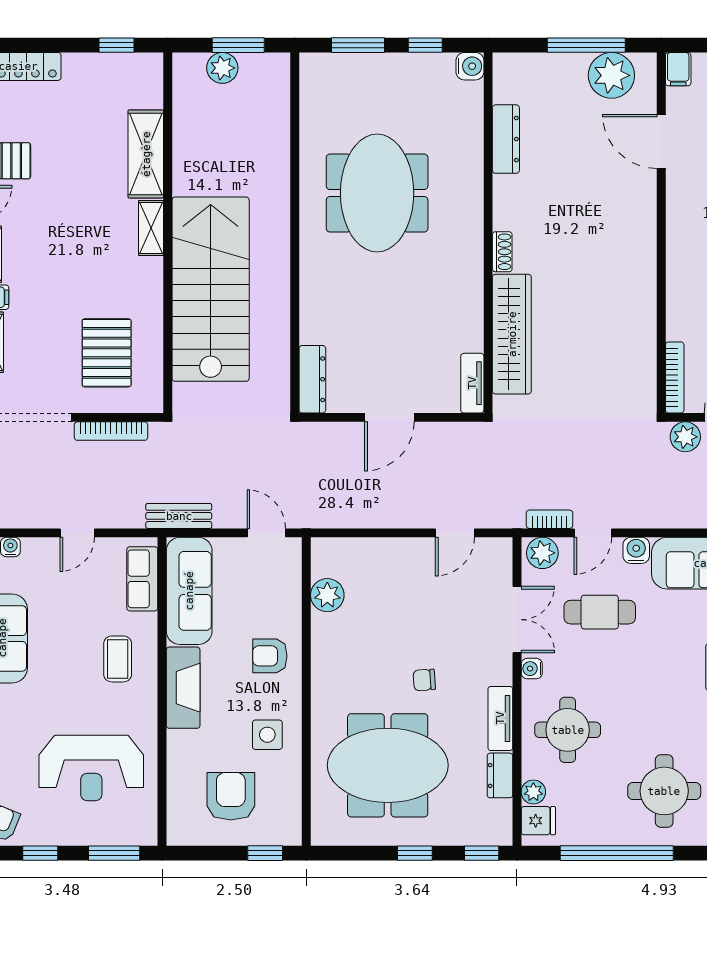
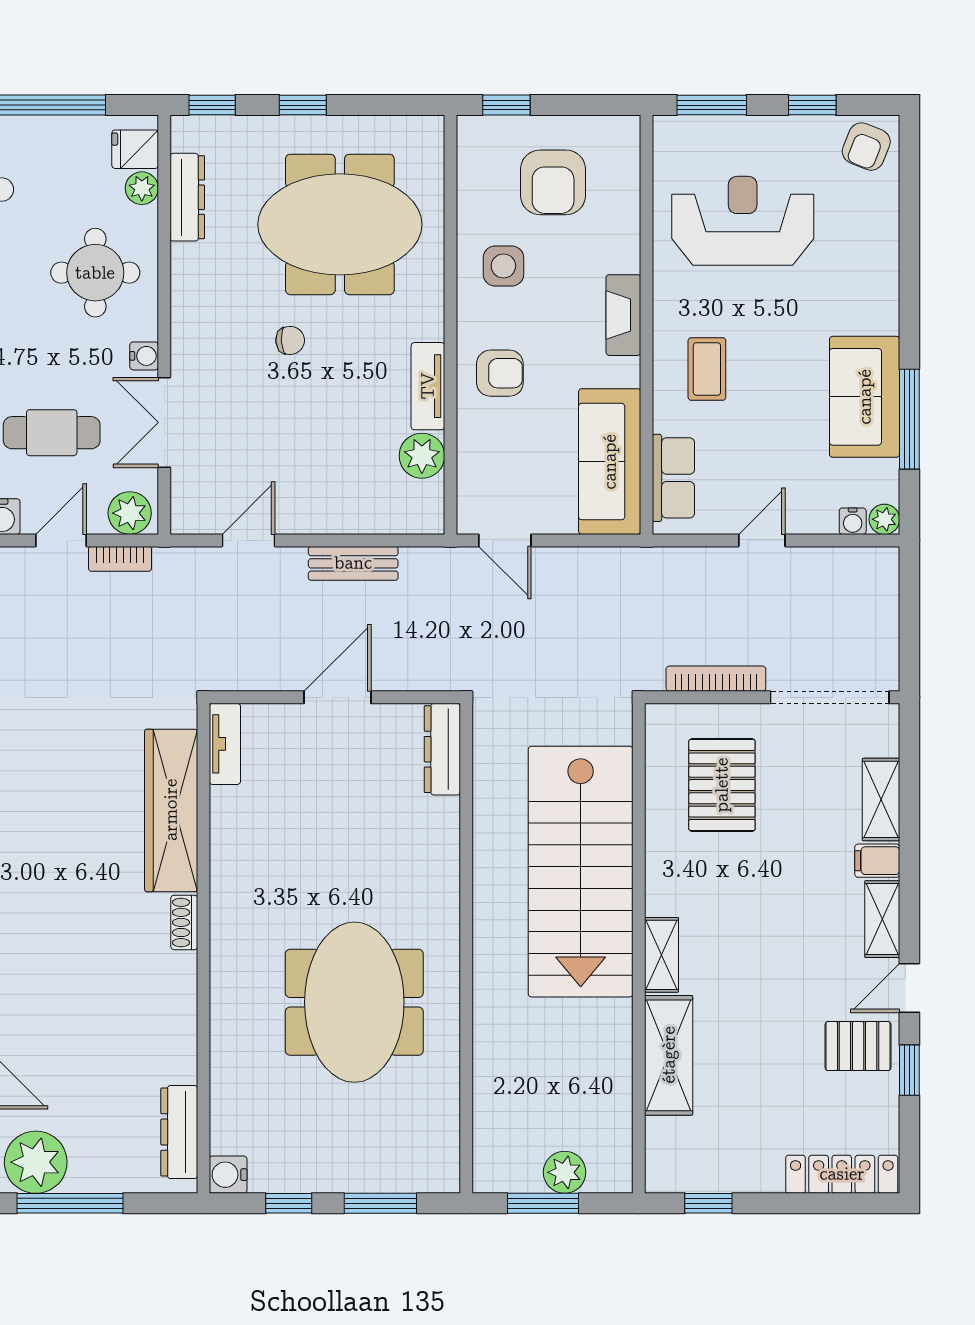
dresser: (506, 139) -> (179, 1132), moved
bench: (179, 516) -> (353, 563), moved
fireplace: (183, 688) -> (623, 315), width x0.73, depth x0.76
tv unit: (500, 718) -> (428, 386), moved, turned 180
dresser: (500, 775) -> (187, 197), width x1.44

